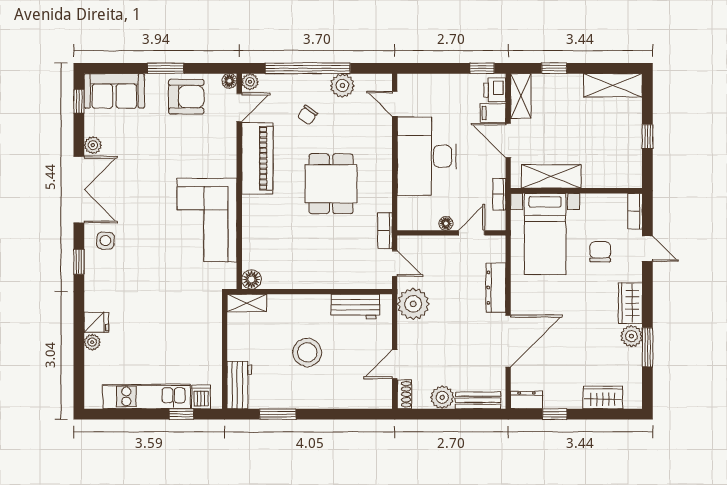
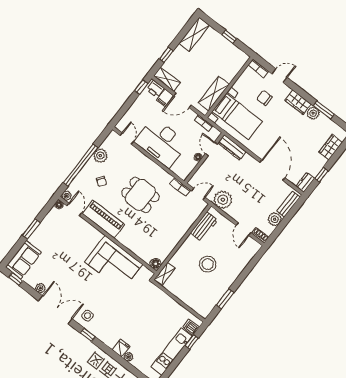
armchair: (186, 97) -> (51, 229), removed
door: (395, 104) -> (127, 139), swing flipped
dresser: (496, 288) -> (232, 147), moved
workbench: (239, 385) -> (199, 306), removed

